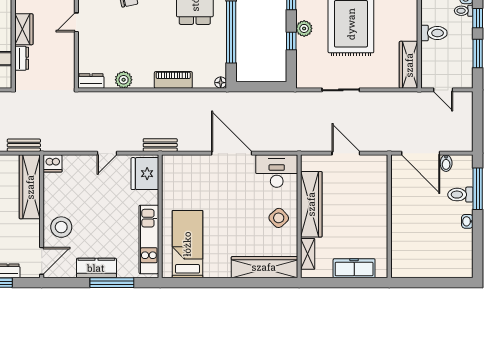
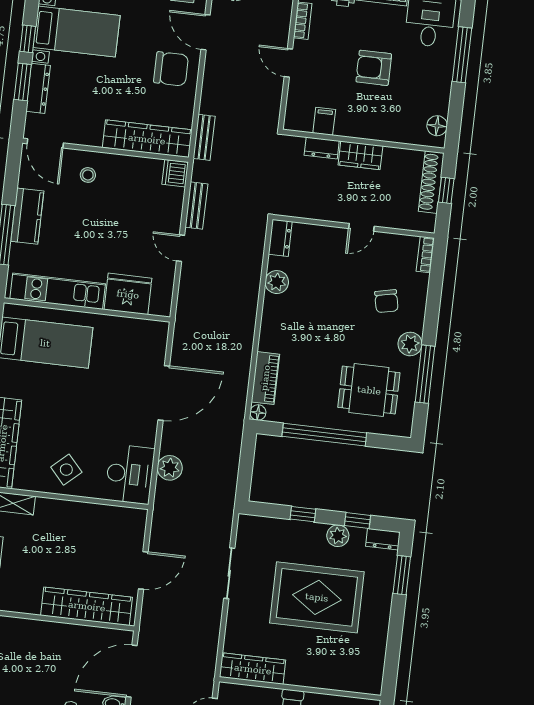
door: (76, 22) -> (361, 227), swing flipped
plant: (304, 28) -> (338, 536), moved
piano: (173, 80) -> (265, 378), moved
plant: (269, 142) -> (170, 468), added
bench: (160, 145) -> (196, 206), moved
door: (232, 153) -> (164, 393), moved
fridge: (145, 174) -> (128, 294), moved
wardrobe: (311, 204) -> (87, 606), moved, turned 180
stool: (61, 227) -> (88, 175), width x0.53, depth x0.53

